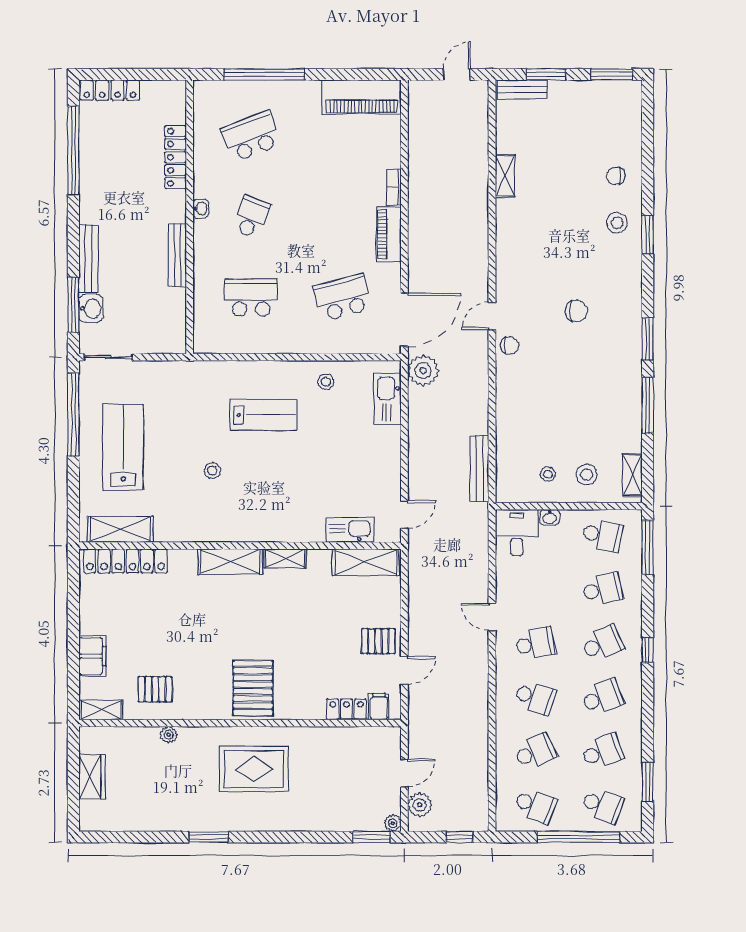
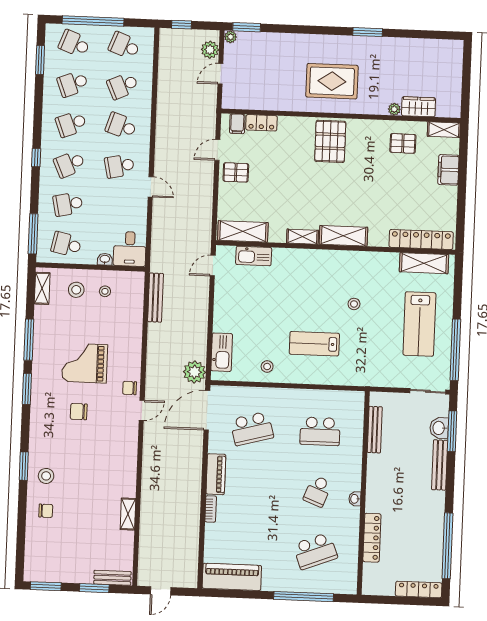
bench: (178, 255) -> (375, 430), moved
grand piano: (571, 377) -> (85, 363), added
wardrobe: (92, 777) -> (419, 107), moved, turned 90

